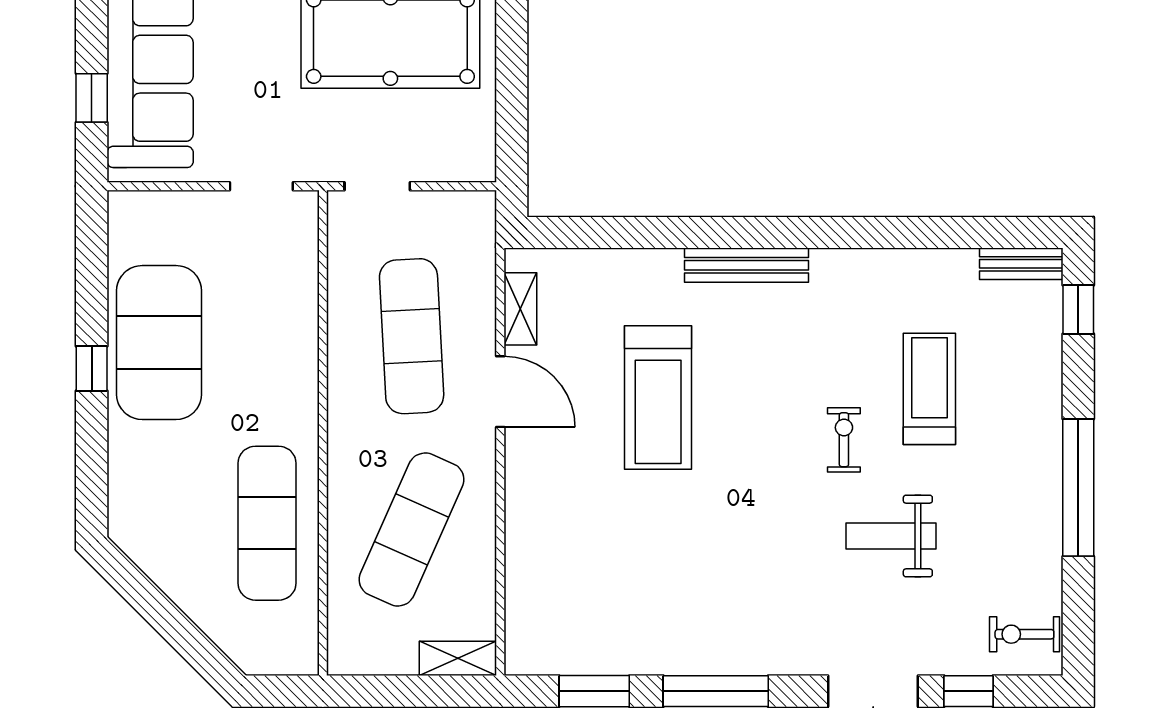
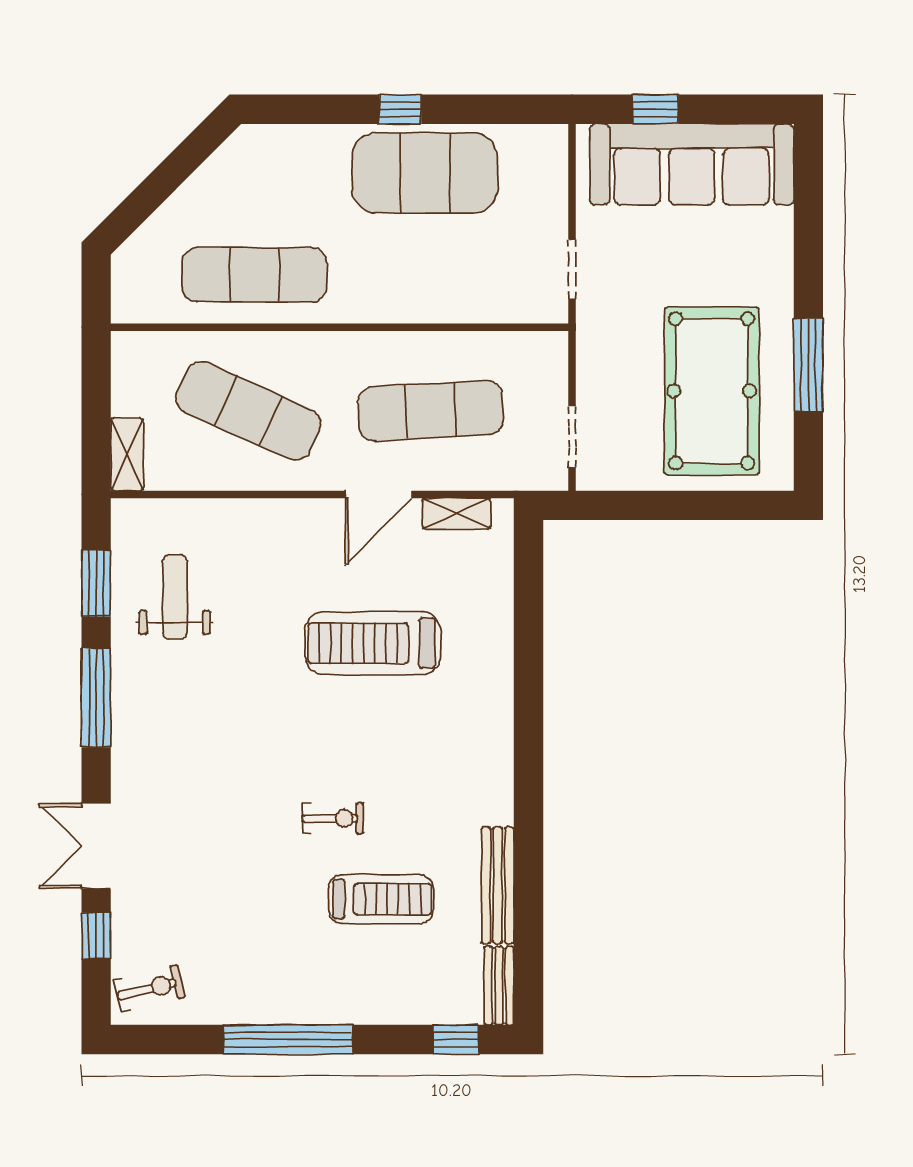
doorway: (377, 186) -> (572, 437), moved
bench: (746, 265) -> (498, 885), moved
weight bench: (891, 536) -> (175, 597), moved
exercise bike: (1024, 634) -> (150, 989), turned 76

